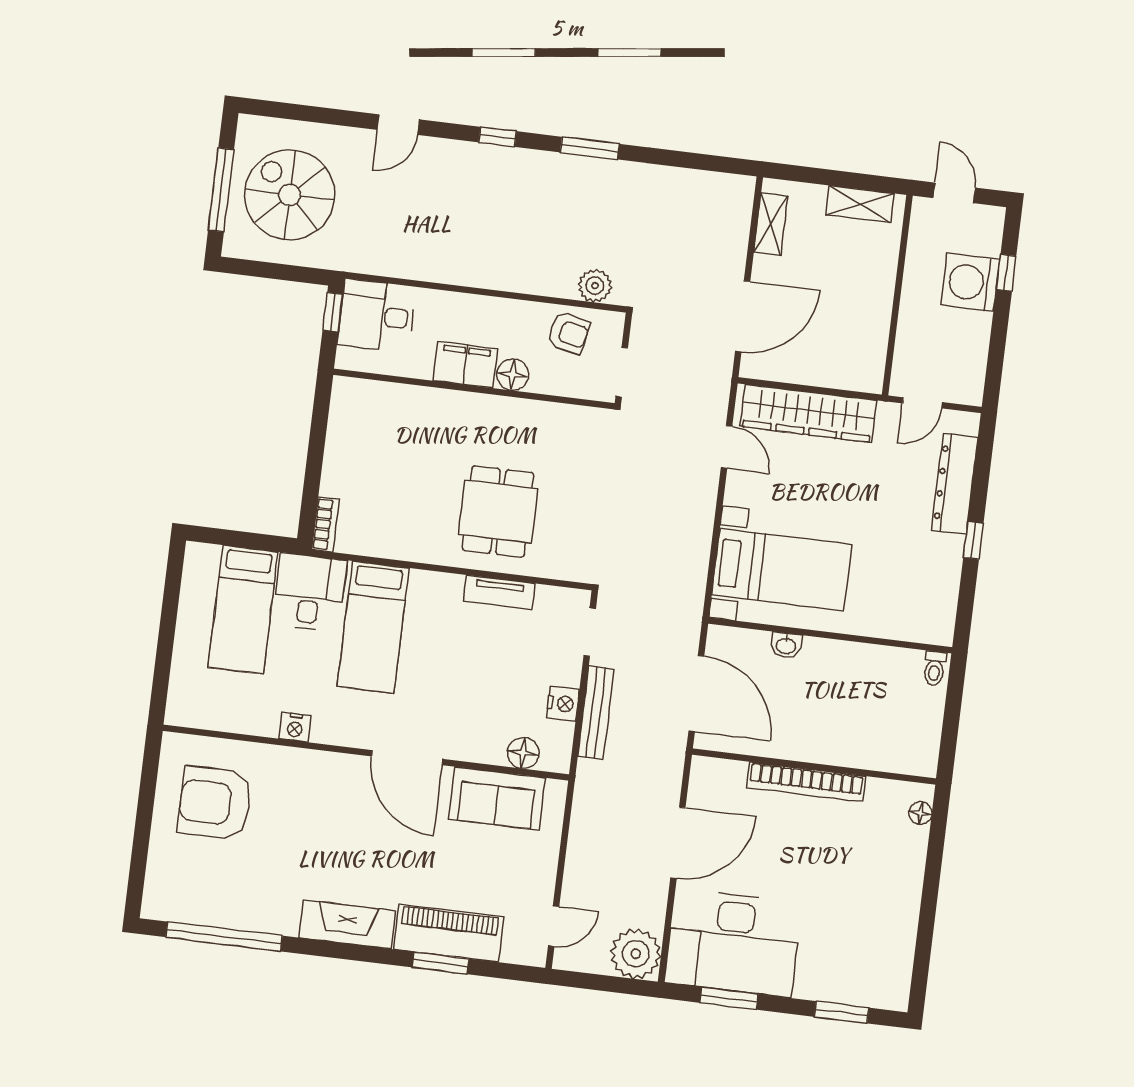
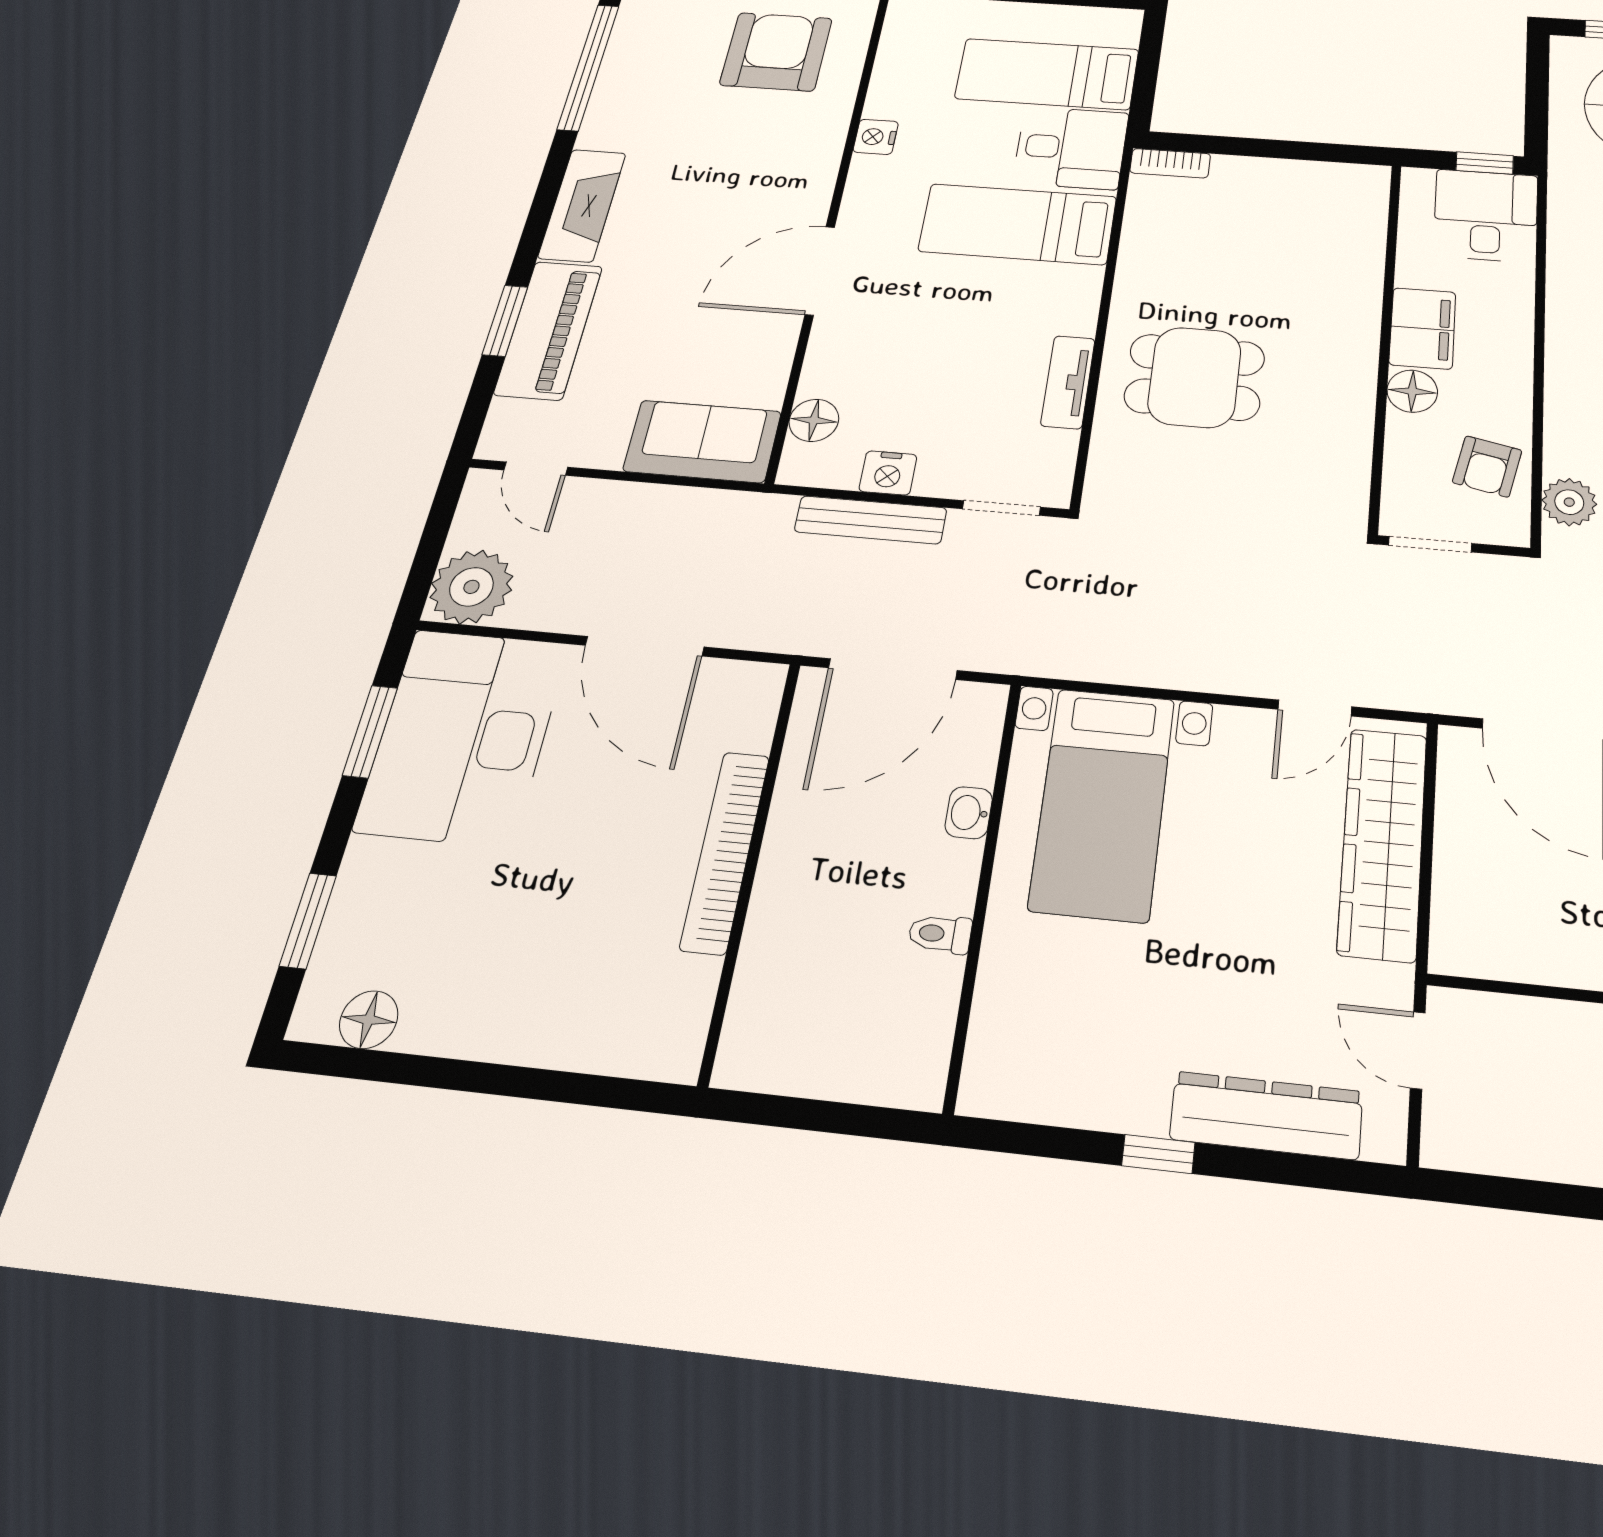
toilet: (934, 668) -> (940, 934), moved
sofa: (497, 798) -> (702, 441), moved, turned 90
floor lamp: (920, 813) -> (369, 1020), moved, width x1.37, depth x1.37

